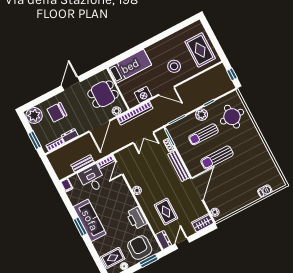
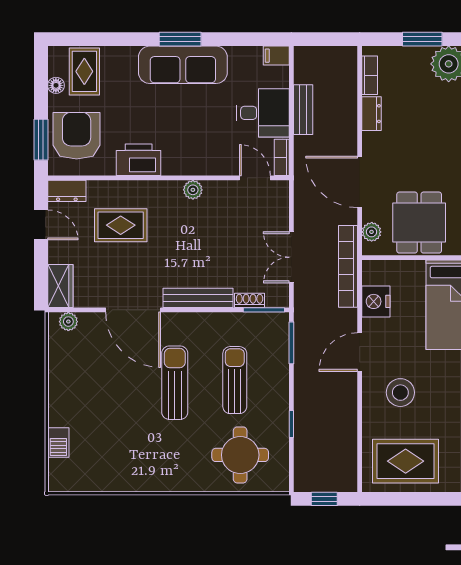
chair: (57, 112) -> (431, 113), removed
plant: (202, 115) -> (276, 397), removed
window: (35, 140) -> (422, 39), moved
armchair: (140, 248) -> (77, 136), turned -90

